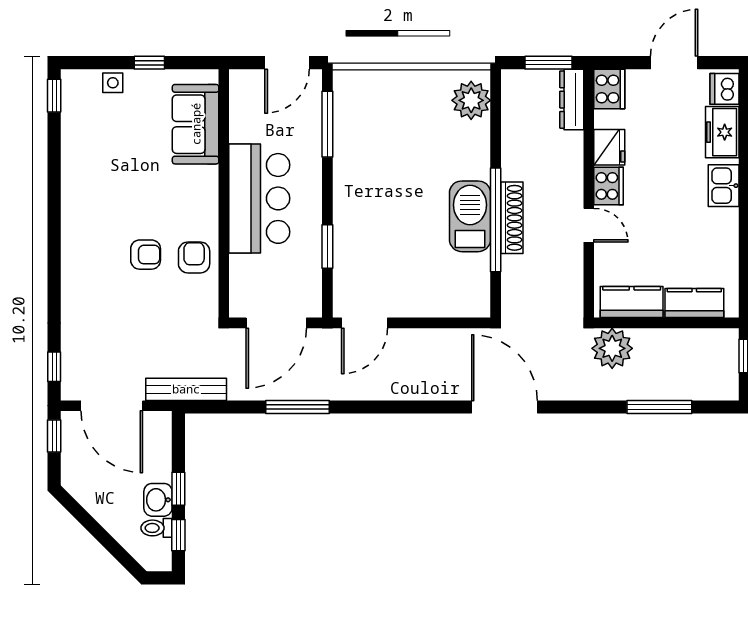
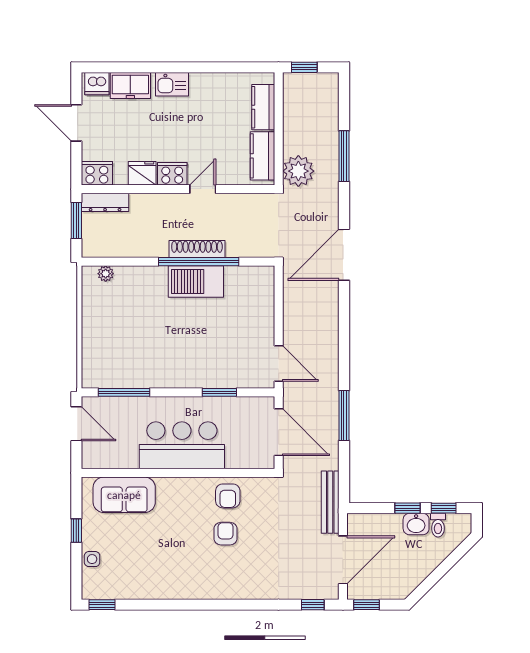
plant: (471, 100) -> (106, 274), width x0.53, depth x0.53
armchair: (194, 257) -> (228, 496), turned -90
window: (659, 407) -> (344, 156), moved

